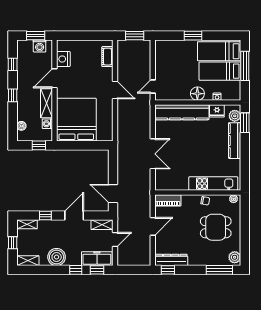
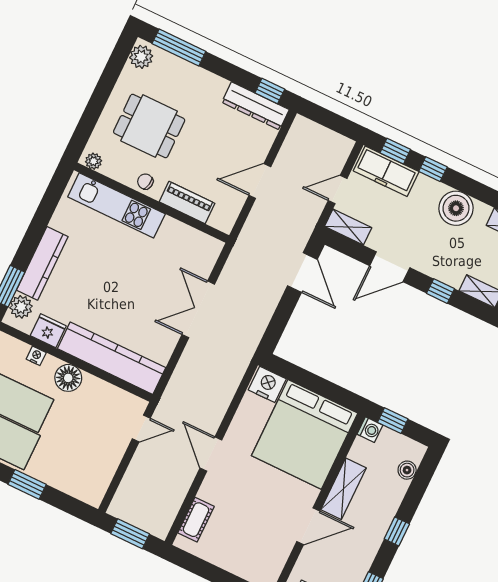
nightstand: (63, 59) -> (267, 384), moved, turned -90
washing machine: (47, 124) -> (370, 430), moved
piano: (168, 200) -> (187, 203), moved

